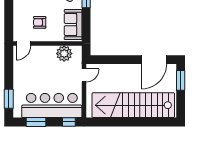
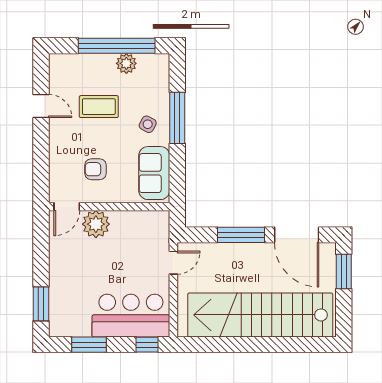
plant: (64, 54) -> (96, 224), moved
window: (122, 60) -> (241, 235), added
door: (154, 60) -> (297, 235), hinge flipped
bar counter: (52, 105) -> (131, 316), width x0.73

